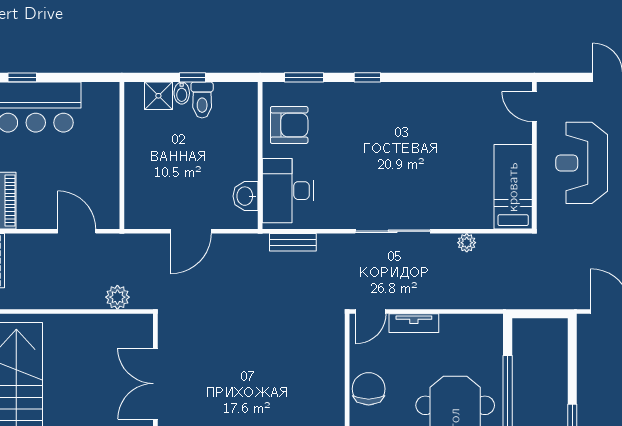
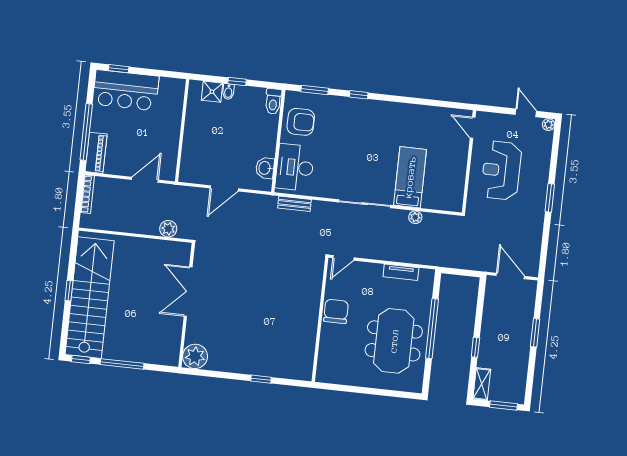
toilet: (202, 100) -> (273, 101), moved
bed: (513, 187) -> (410, 177), moved
door: (77, 231) -> (145, 180), hinge flipped
tv unit: (414, 323) -> (401, 272), moved

